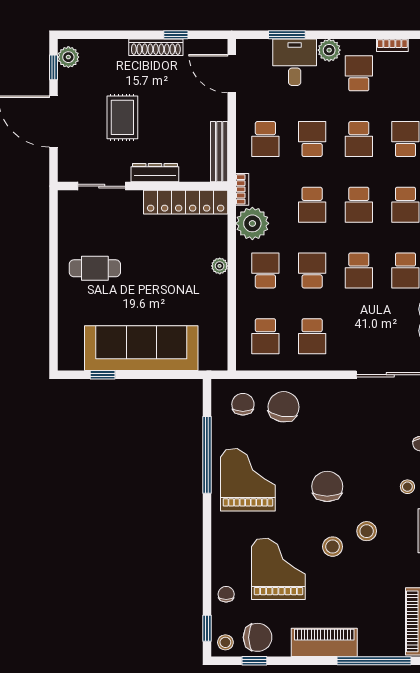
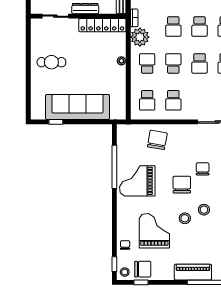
chair: (243, 404) -> (203, 169), moved
grand piano: (248, 480) -> (137, 181), turned -90
piano: (324, 642) -> (193, 272), moved

